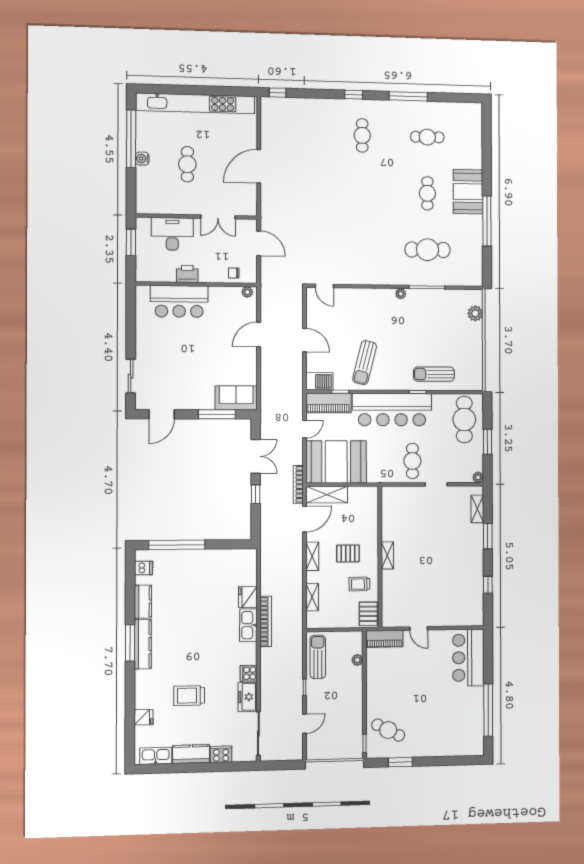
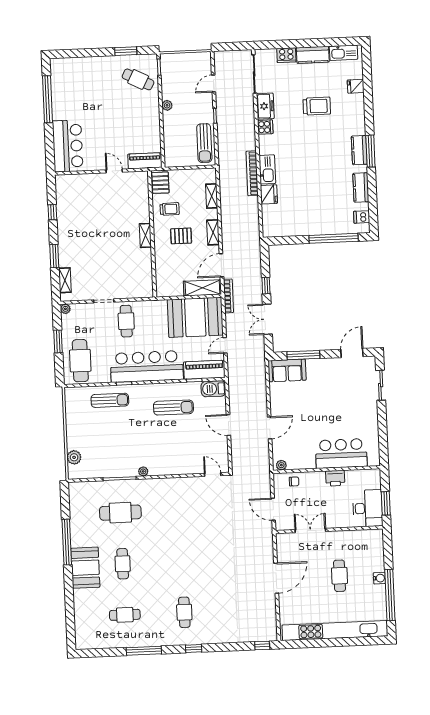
desk: (172, 234) -> (368, 508), moved, turned -90
sun lounger: (365, 363) -> (173, 408), turned 76
kitchen counter: (143, 644) -> (359, 150), width x0.67
plant: (357, 660) -> (167, 105), moved

